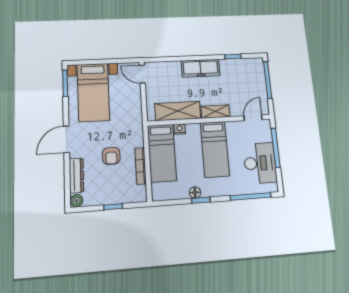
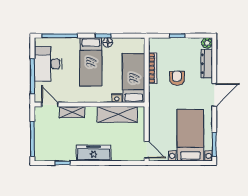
shelving: (215, 112) -> (72, 112), moved
door: (253, 118) -> (50, 105), swing flipped
bed: (215, 149) -> (91, 62), moved, turned 180

